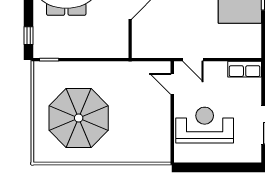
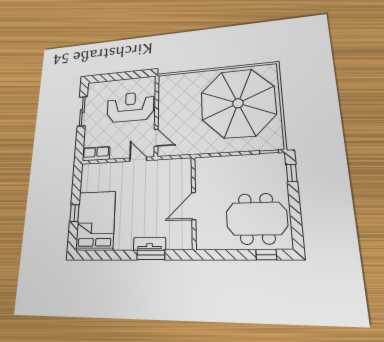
parasol: (79, 118) -> (238, 103), width x1.36, depth x1.36
reception desk: (205, 125) -> (130, 107), turned 180

